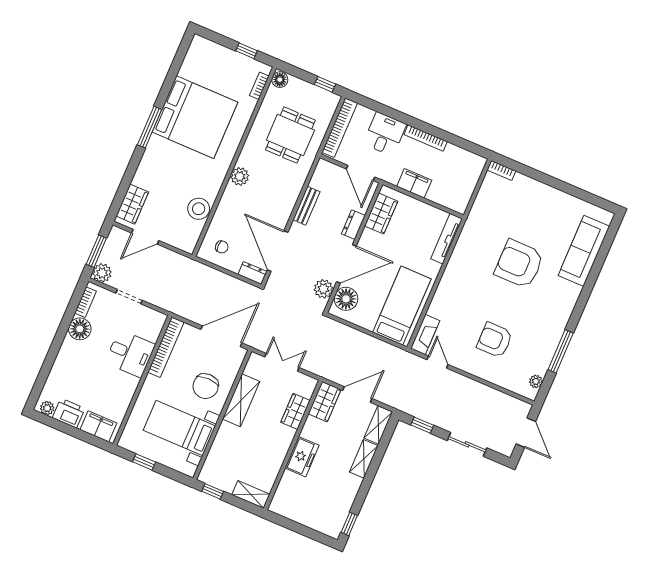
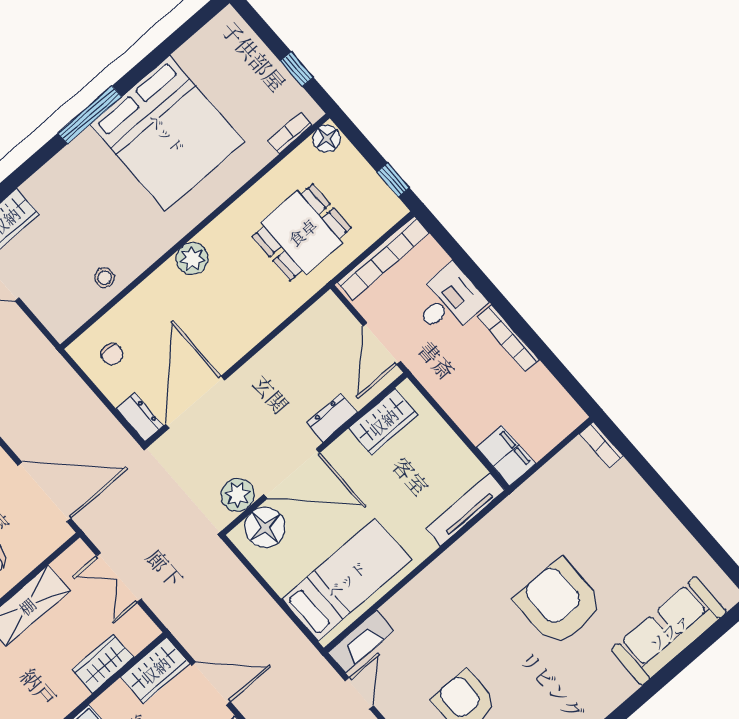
filing cabinet: (414, 183) -> (506, 456), moved
bench: (306, 206) -> (274, 354), removed
stool: (199, 209) -> (105, 278), width x0.53, depth x0.53
double door: (282, 362) -> (119, 577), swing flipped

